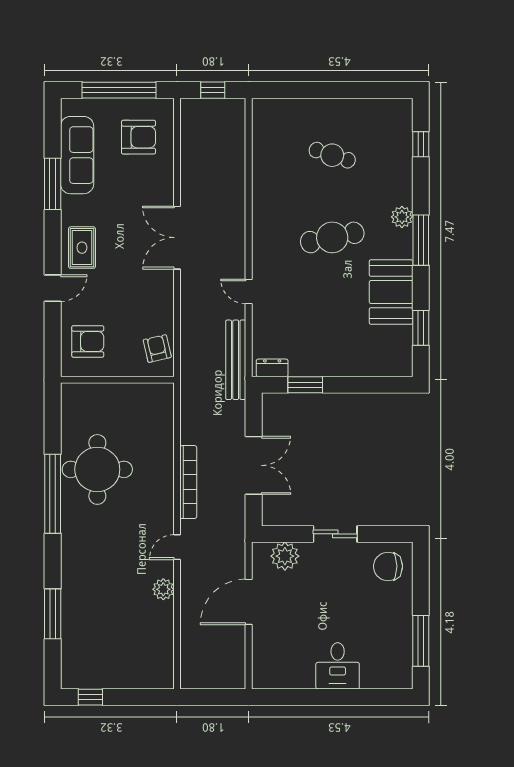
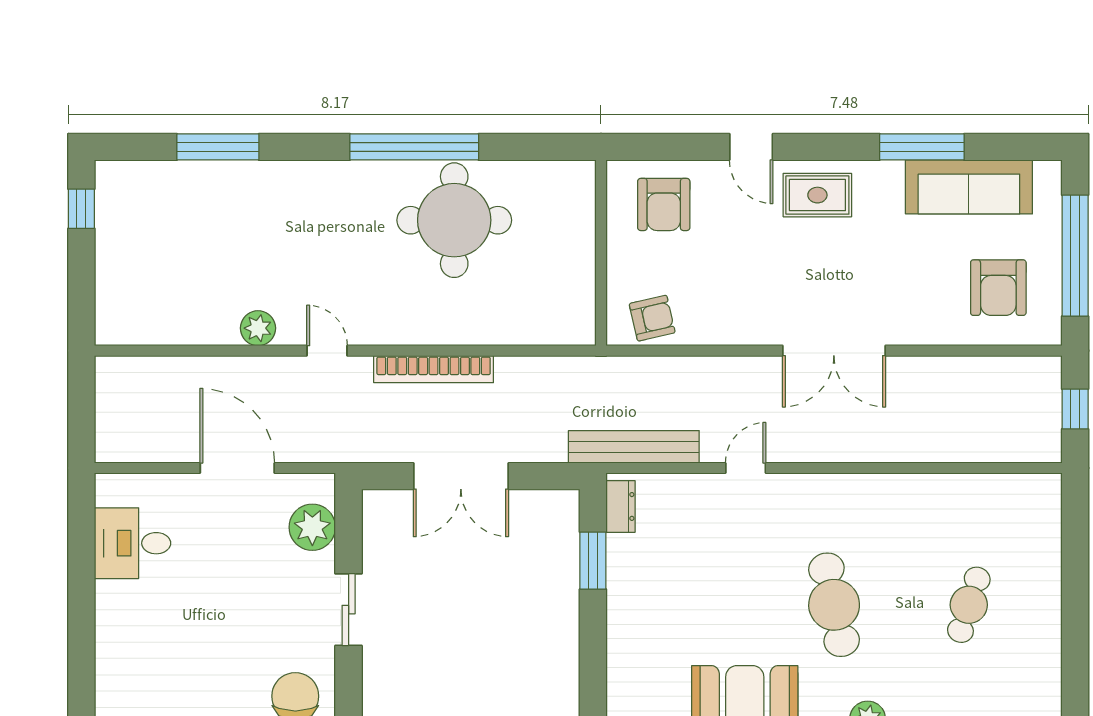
double door: (177, 238) -> (834, 351), swing flipped
desk: (338, 666) -> (133, 543), moved

